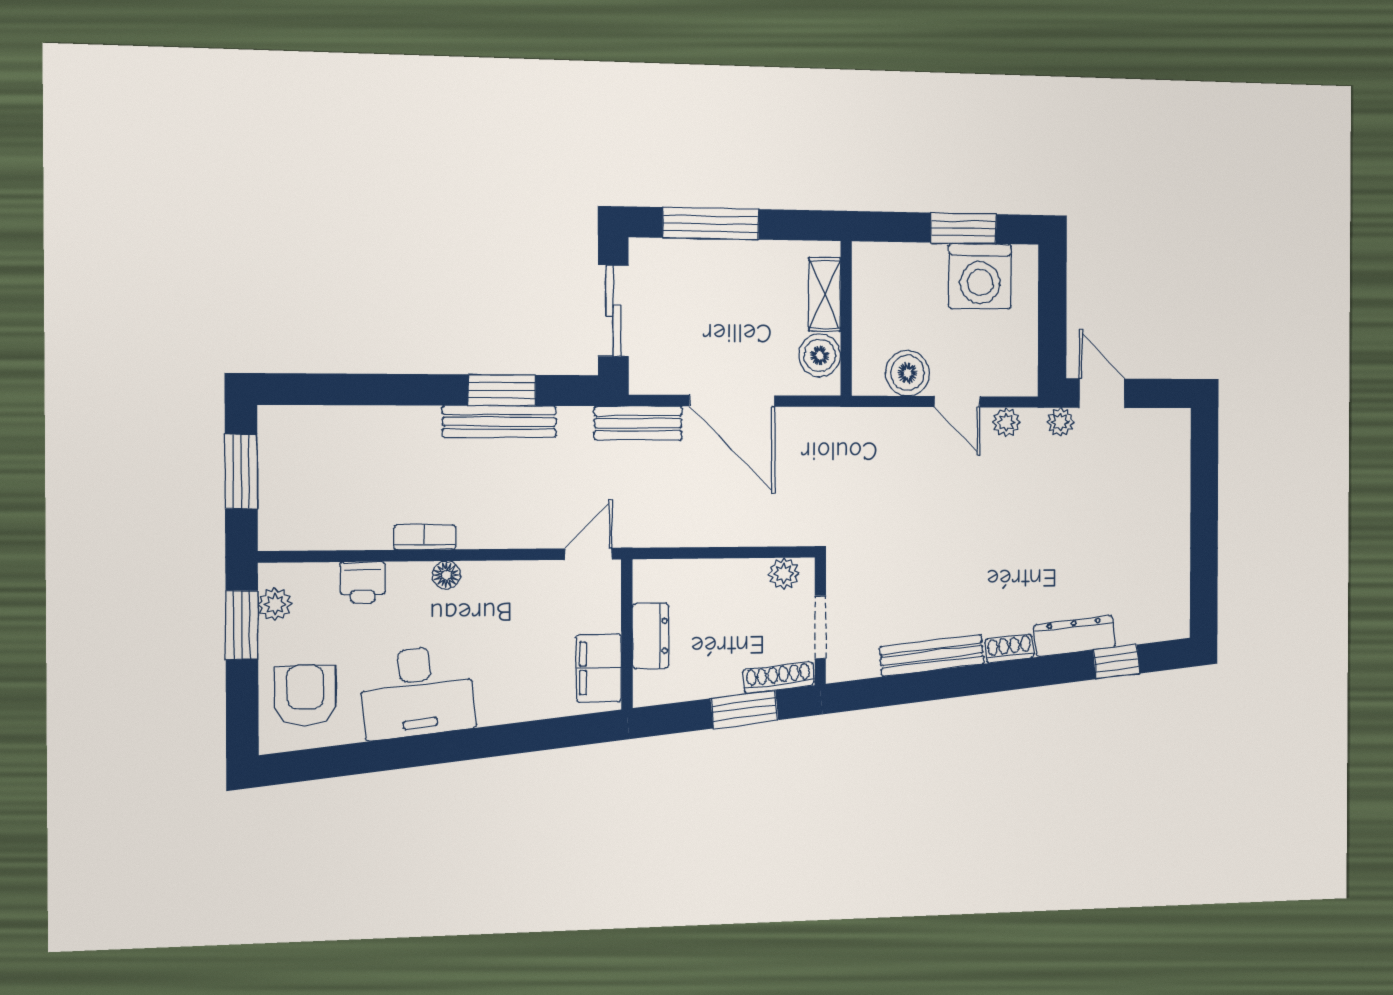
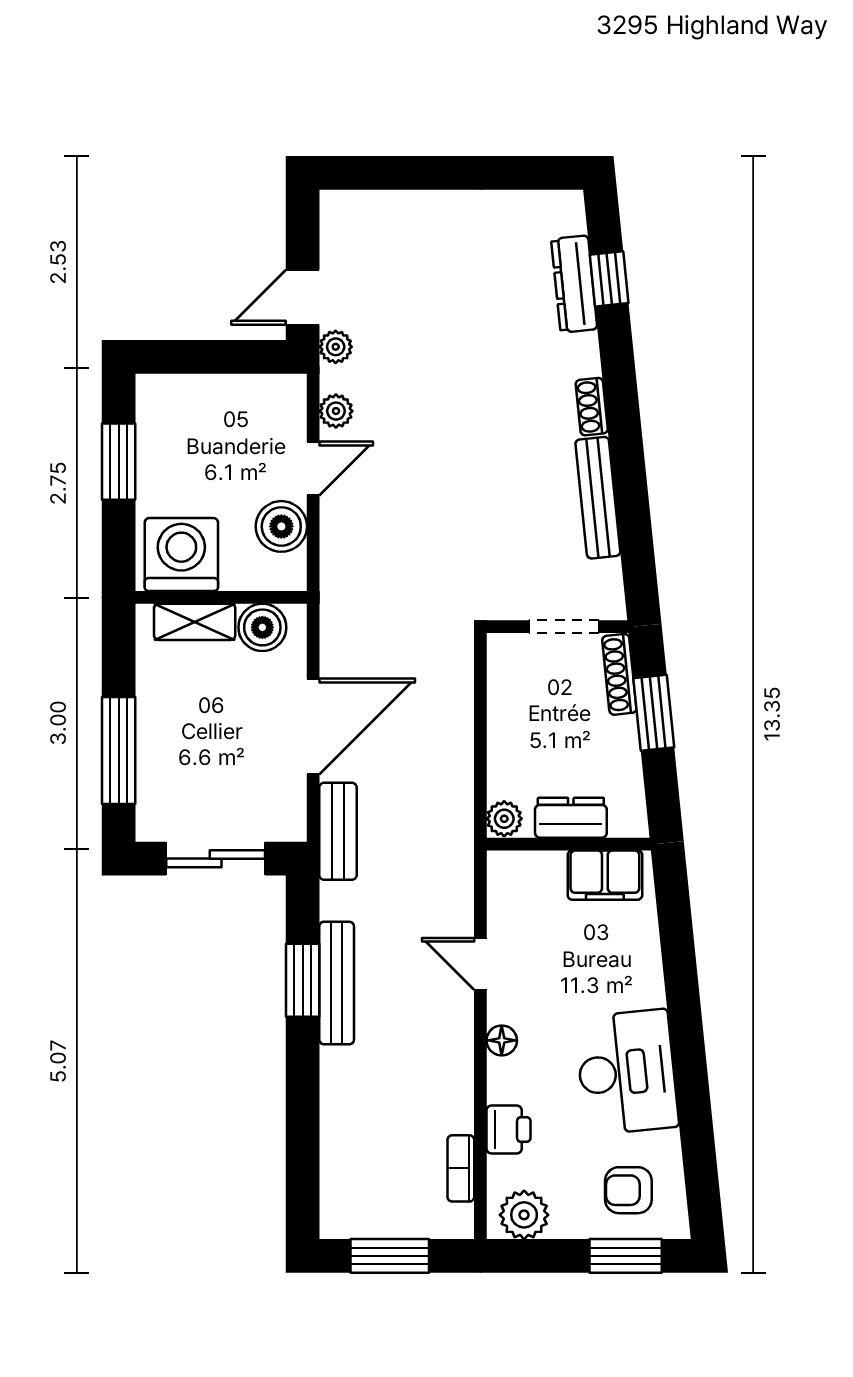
washing machine: (980, 276) -> (181, 554), moved, turned -90
bookcase: (425, 537) -> (461, 1168), moved
door: (588, 554) -> (480, 964), moved
plant: (784, 574) -> (504, 819), moved
plant: (275, 604) -> (524, 1215), width x1.38, depth x1.38
window: (242, 625) -> (626, 1256), moved
dresser: (1075, 636) -> (574, 284), moved
armchair: (305, 696) -> (628, 1190), width x0.72, depth x0.72

